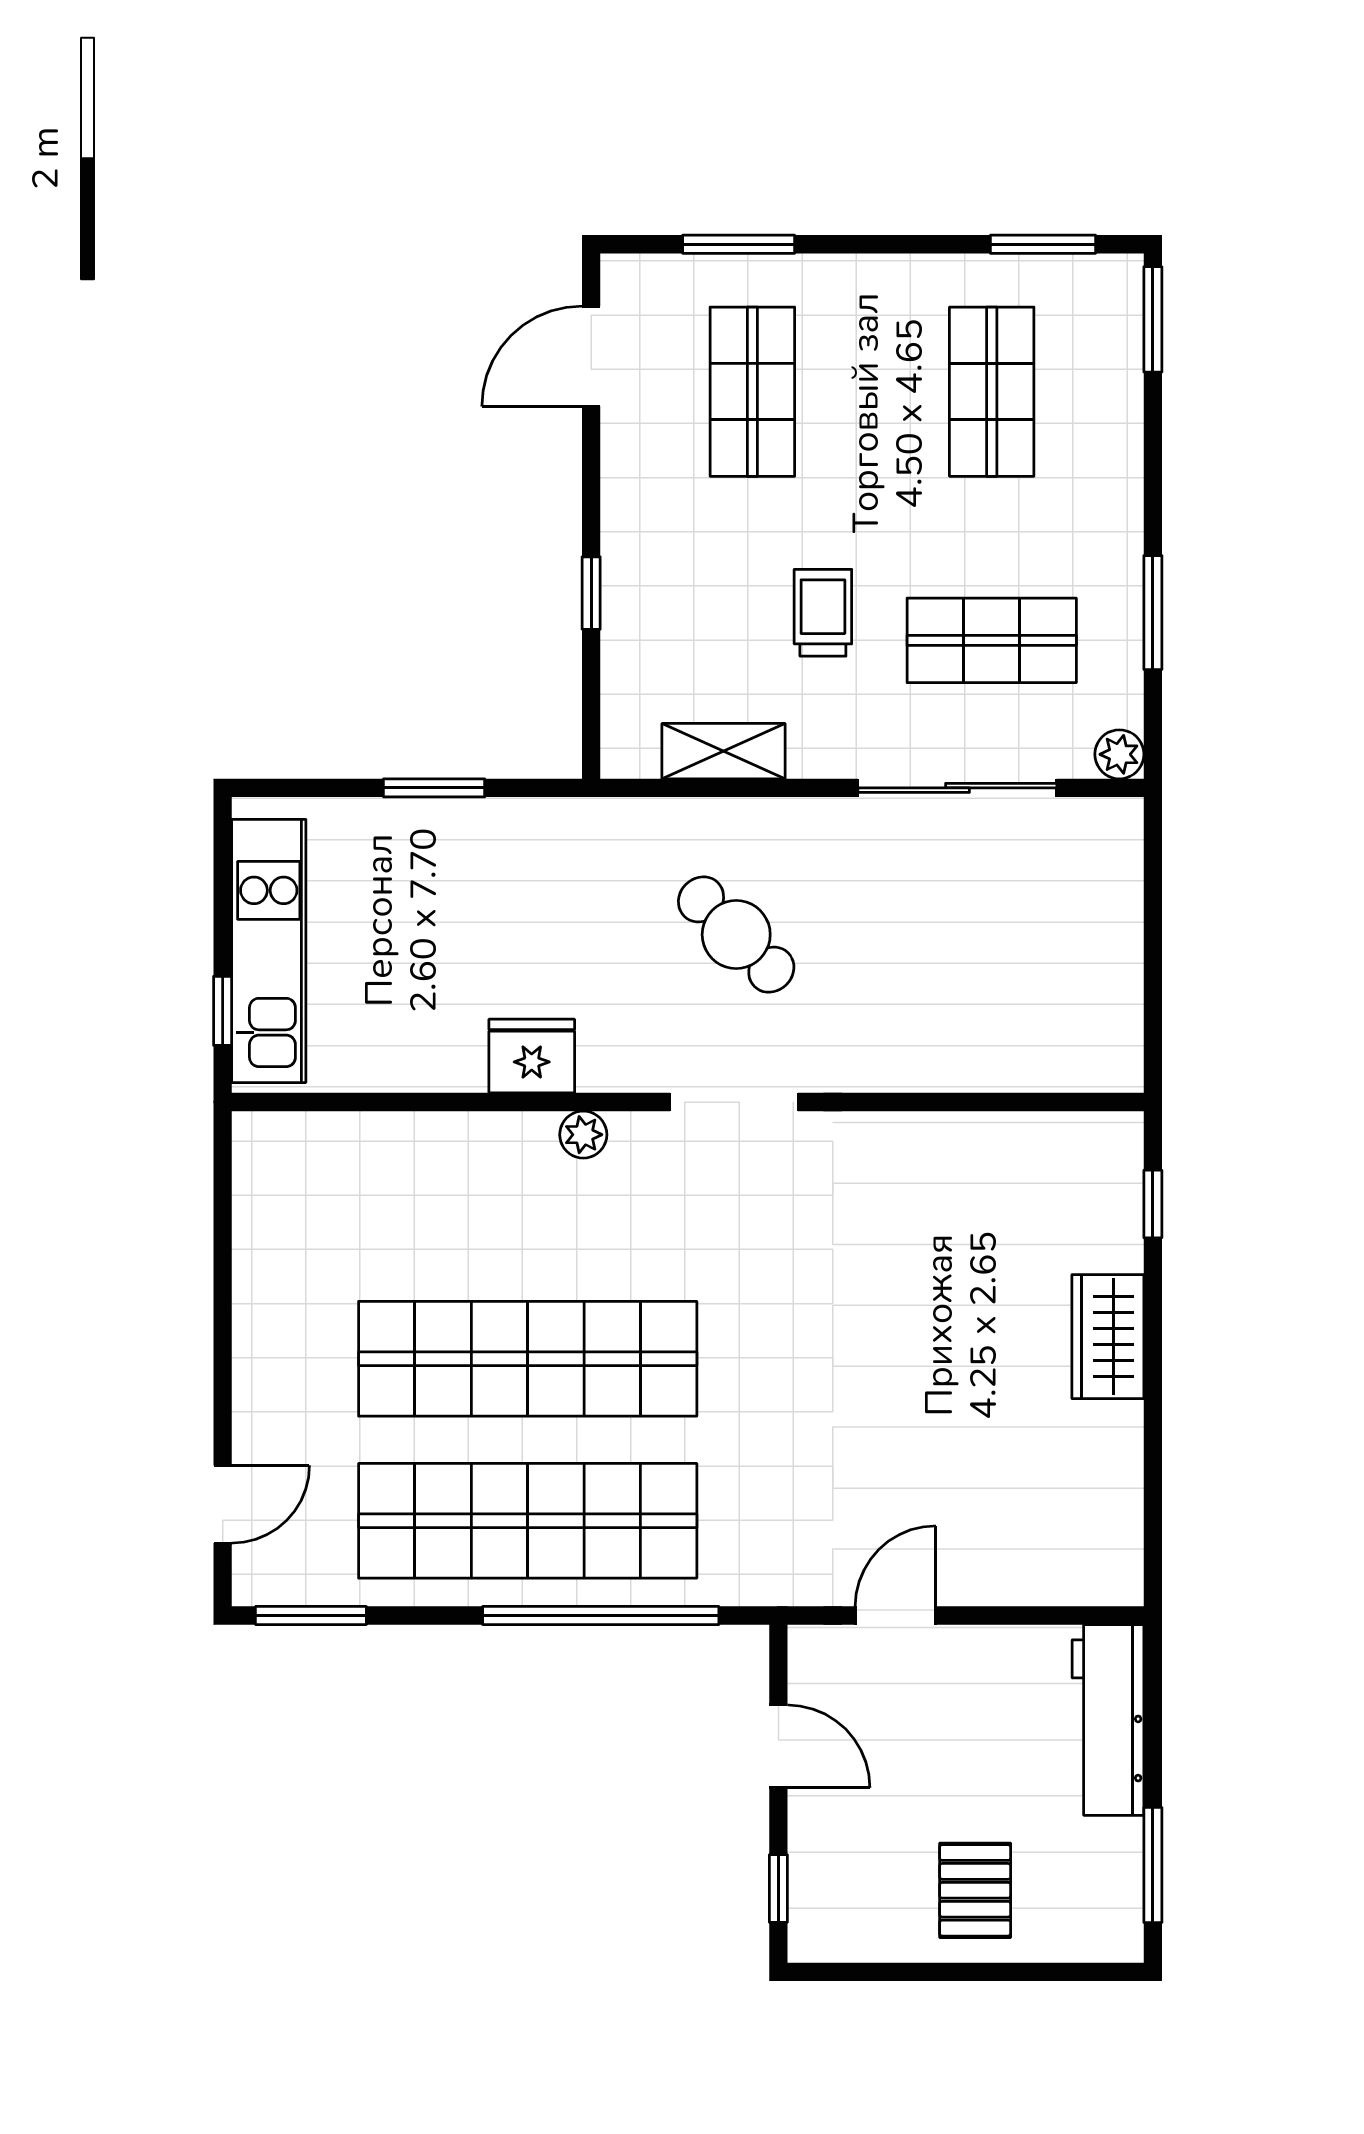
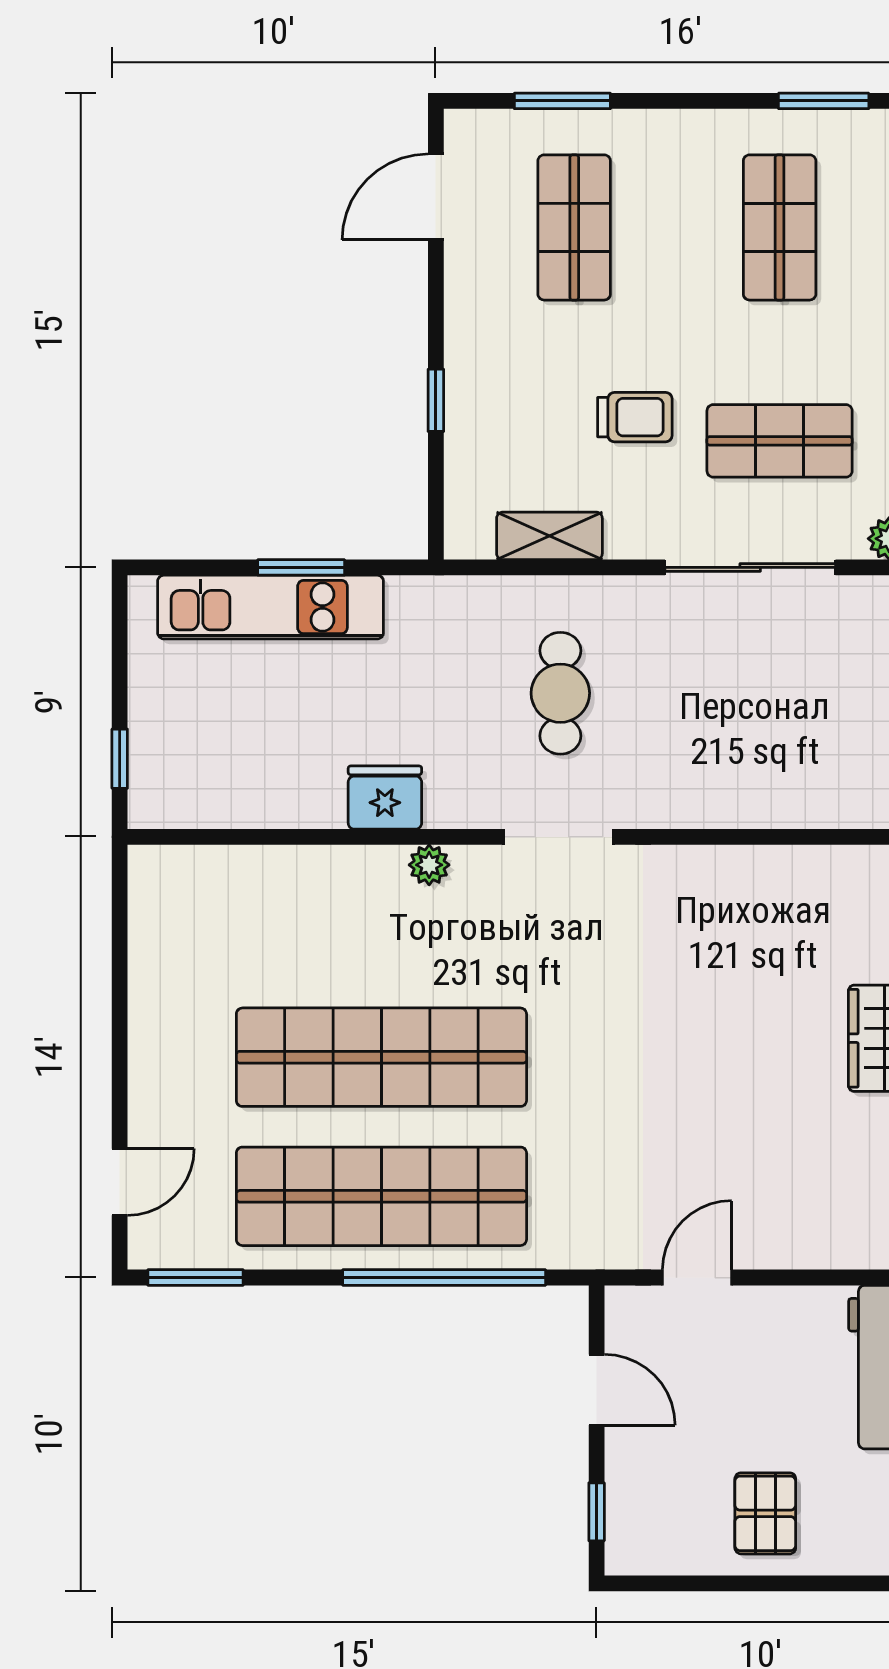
trolley: (823, 613) -> (635, 417), turned 90
cafe table: (736, 935) -> (560, 693), turned 45
kitchen unit: (269, 951) -> (271, 607), moved, turned 90

